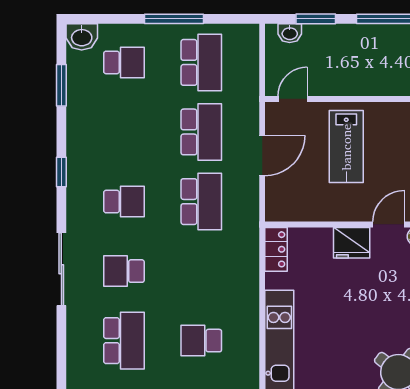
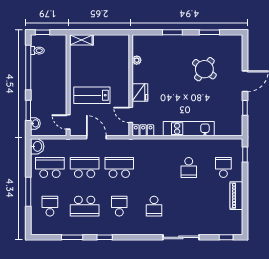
window: (174, 19) -> (28, 192), moved
washbasin: (82, 37) -> (37, 146), moved
window: (61, 85) -> (72, 237), moved
lab bench: (346, 147) -> (92, 95), turned 180
door: (388, 224) -> (131, 115), moved
sliding door: (61, 269) -> (181, 237), moved
school desk: (124, 341) -> (85, 206), moved, turned 180

